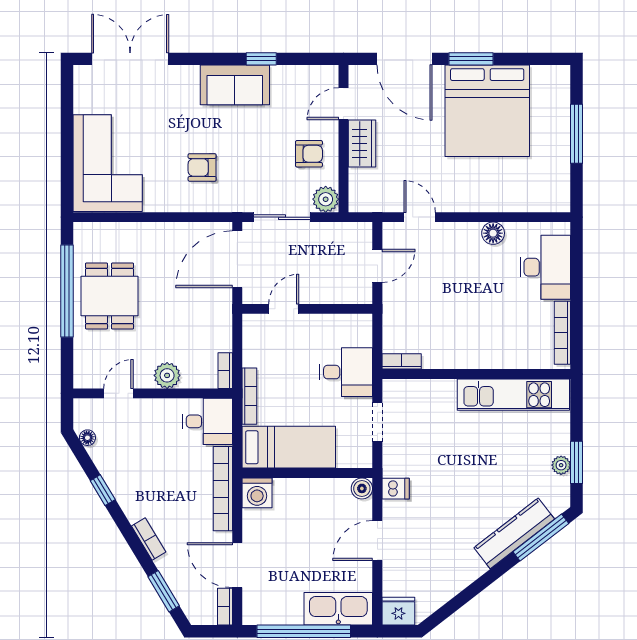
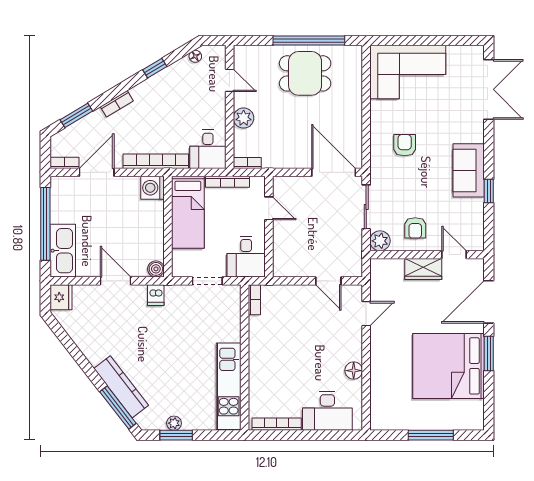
door: (284, 309) -> (269, 208), moved
wall: (307, 309) -> (269, 227), moved

